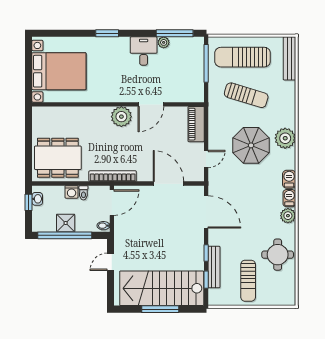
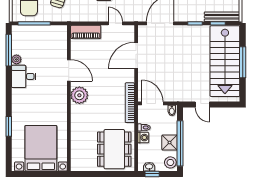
window: (107, 33) -> (9, 126), moved
stool: (42, 224) -> (170, 162), added
bench: (214, 267) -> (222, 17), moved

